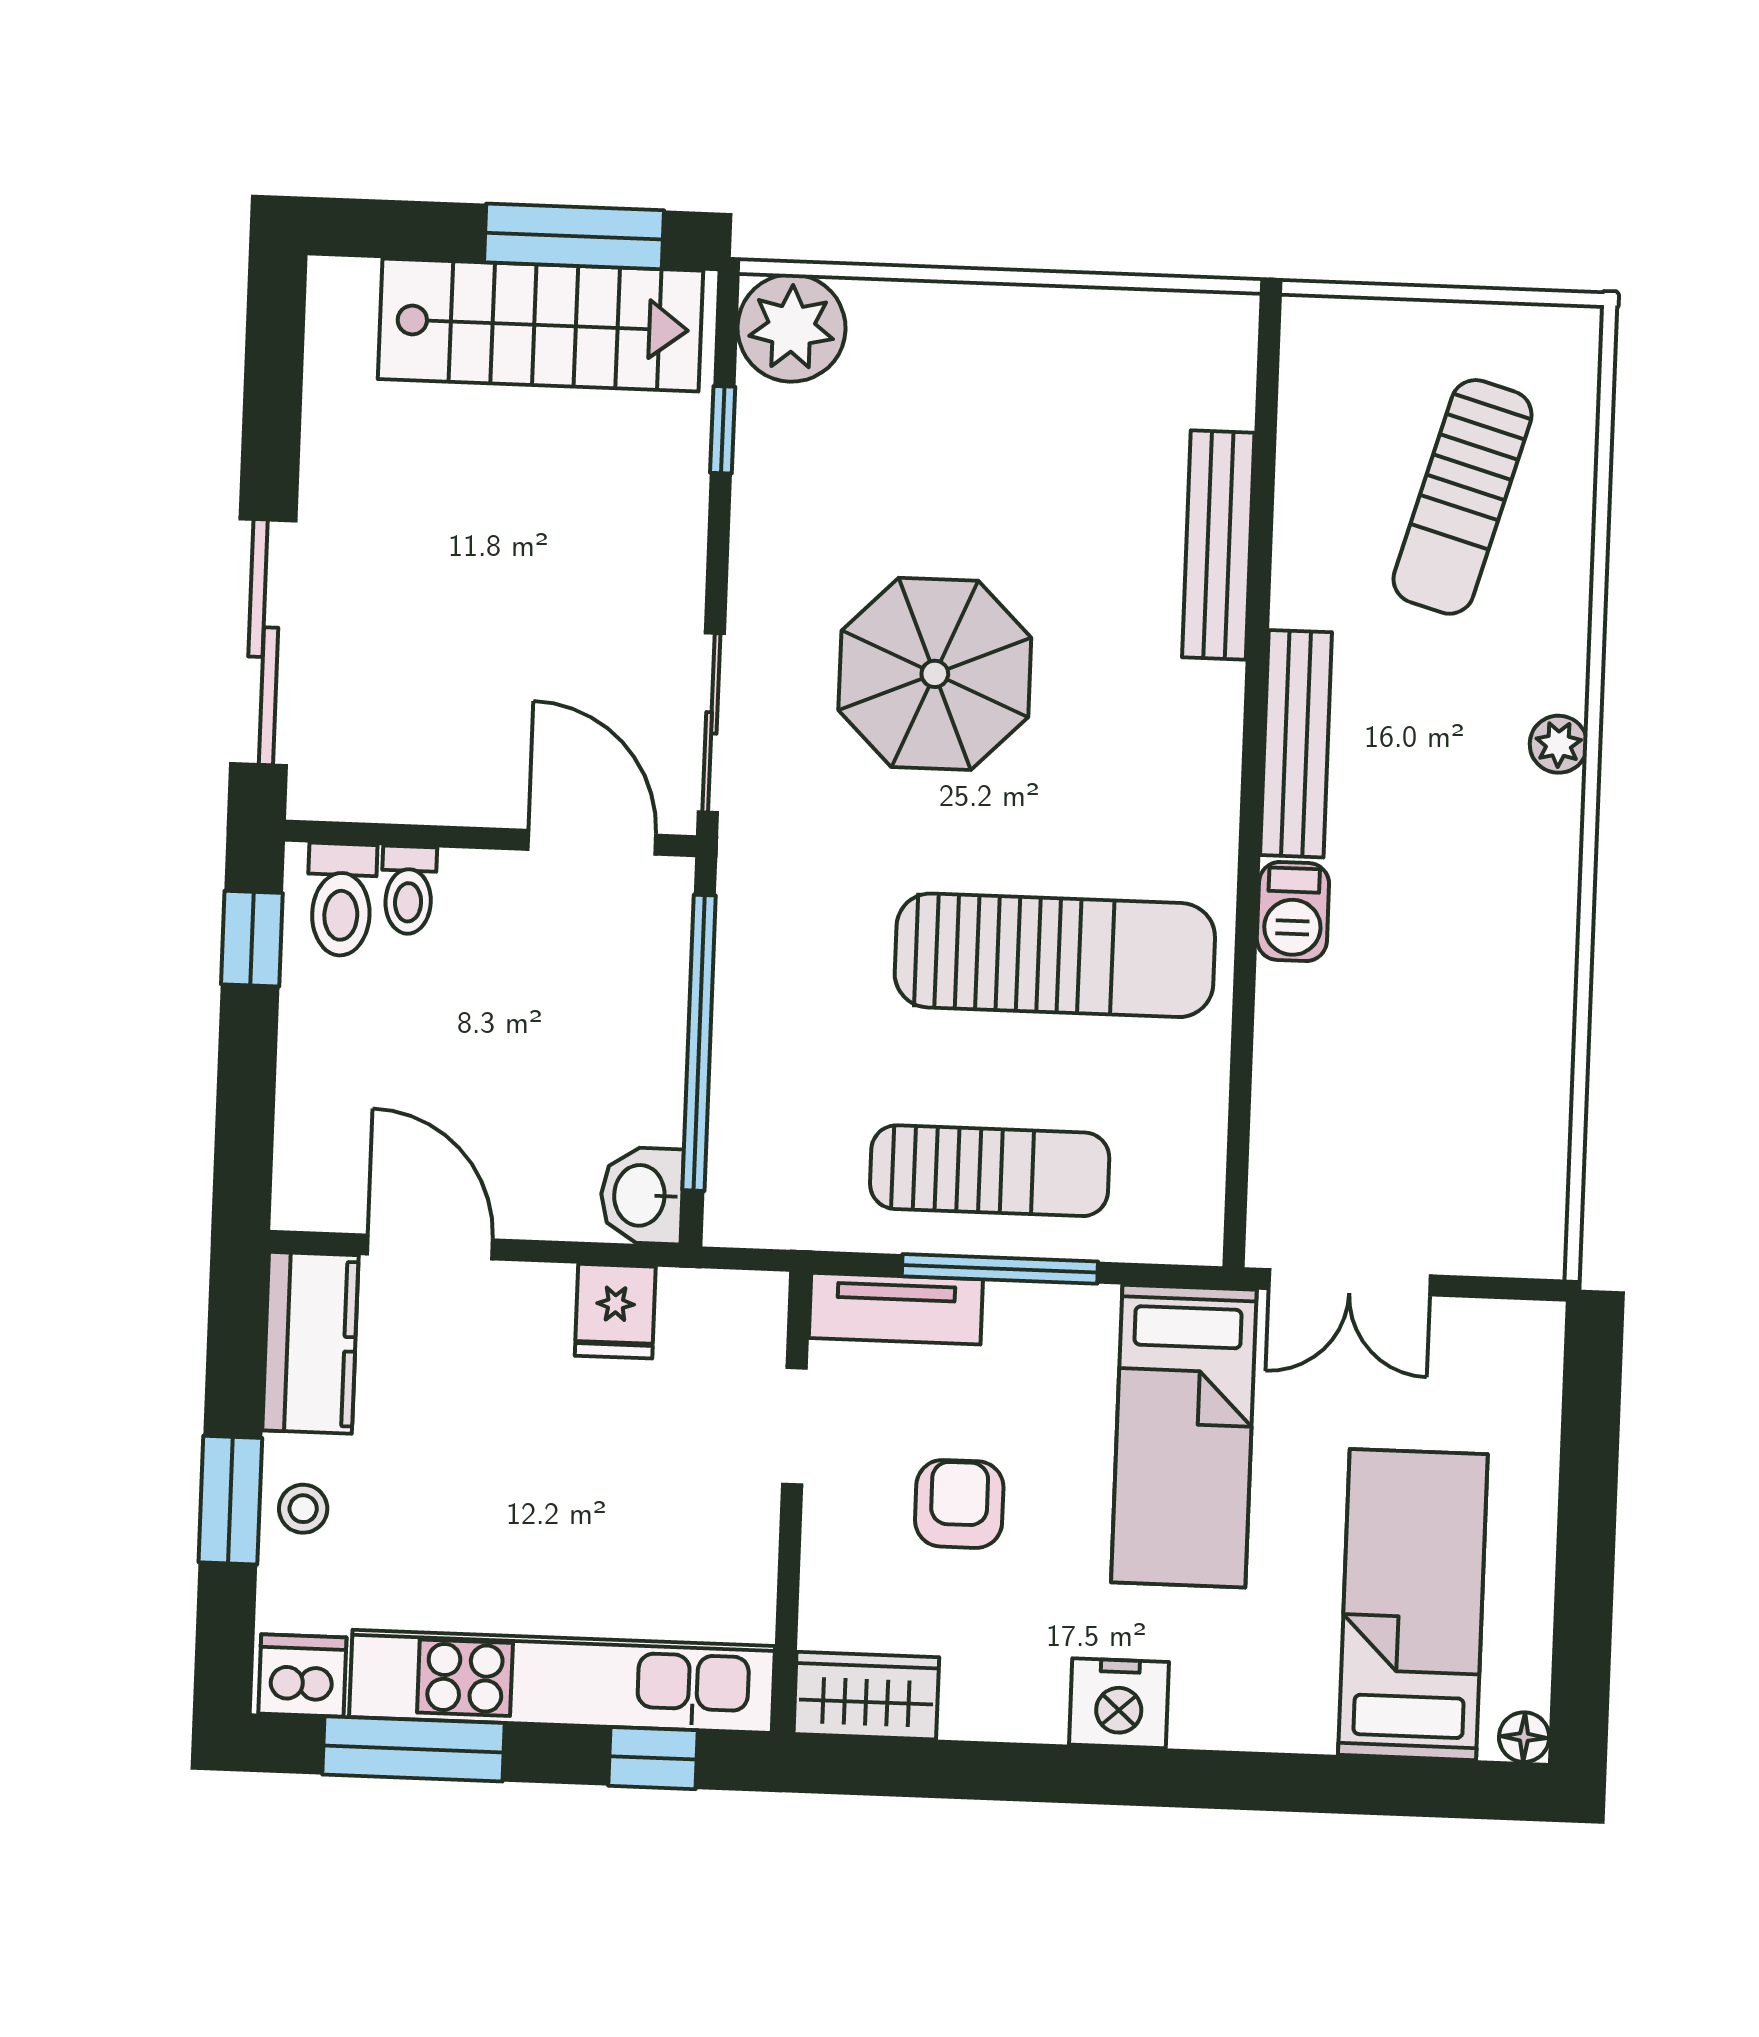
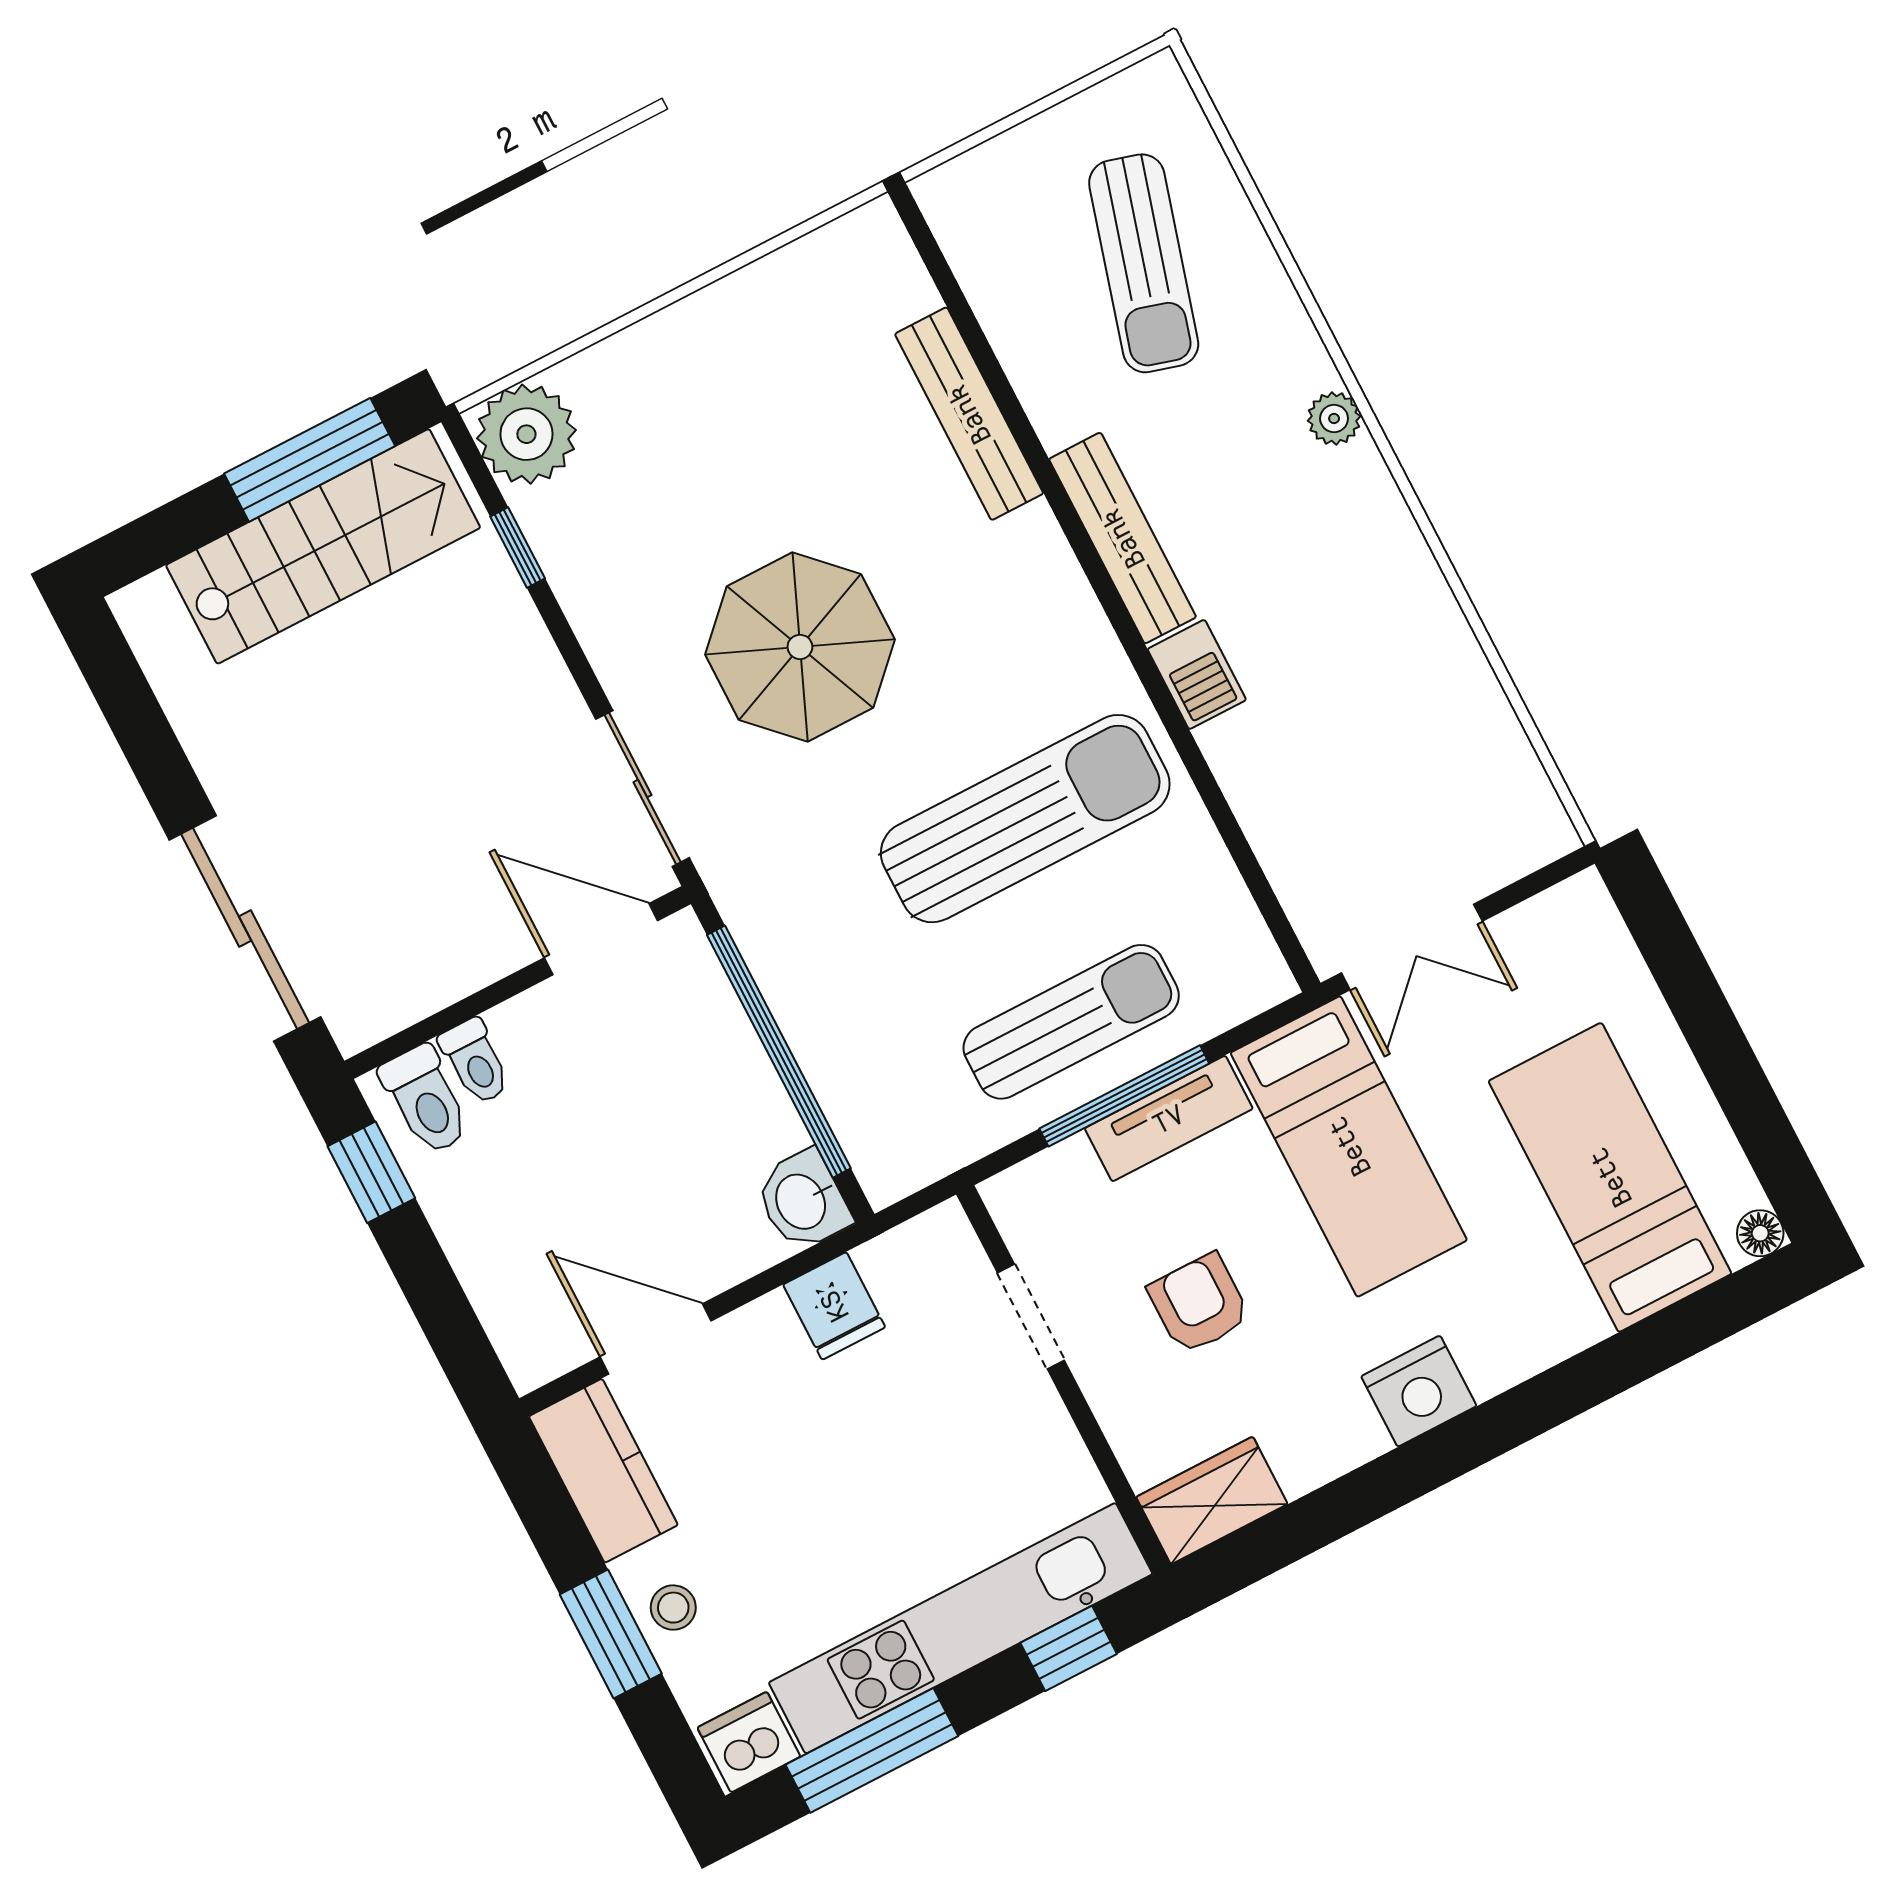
tv unit: (896, 1309) -> (1169, 1119), moved

